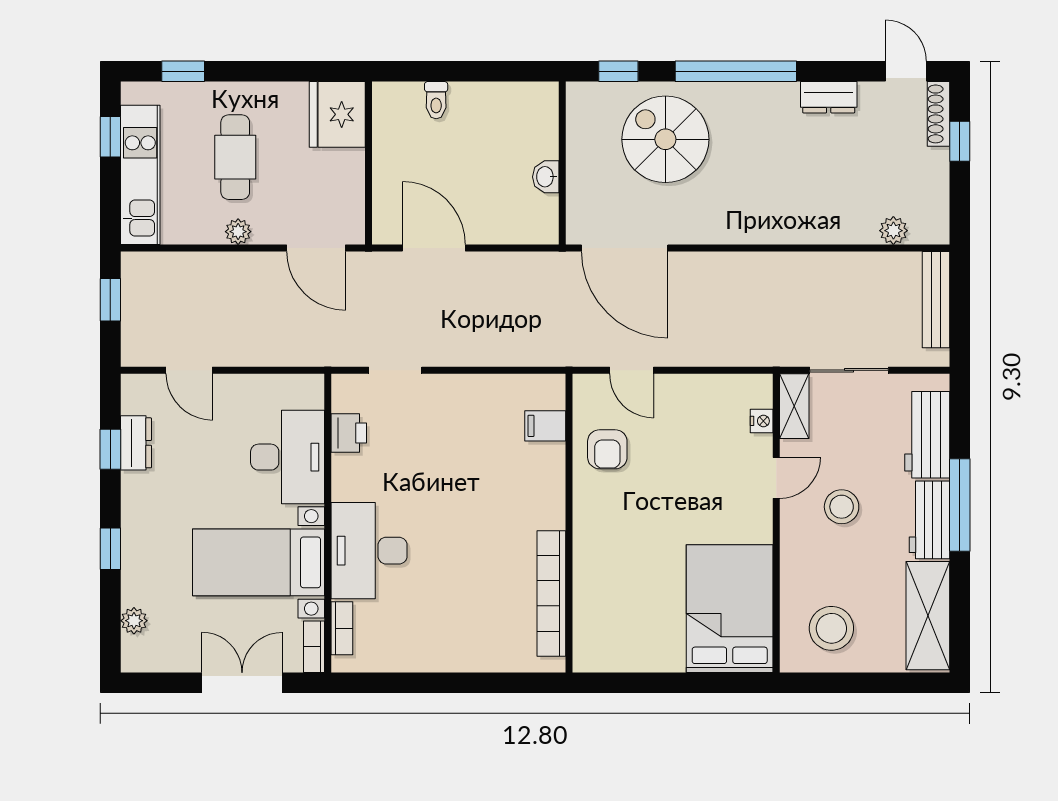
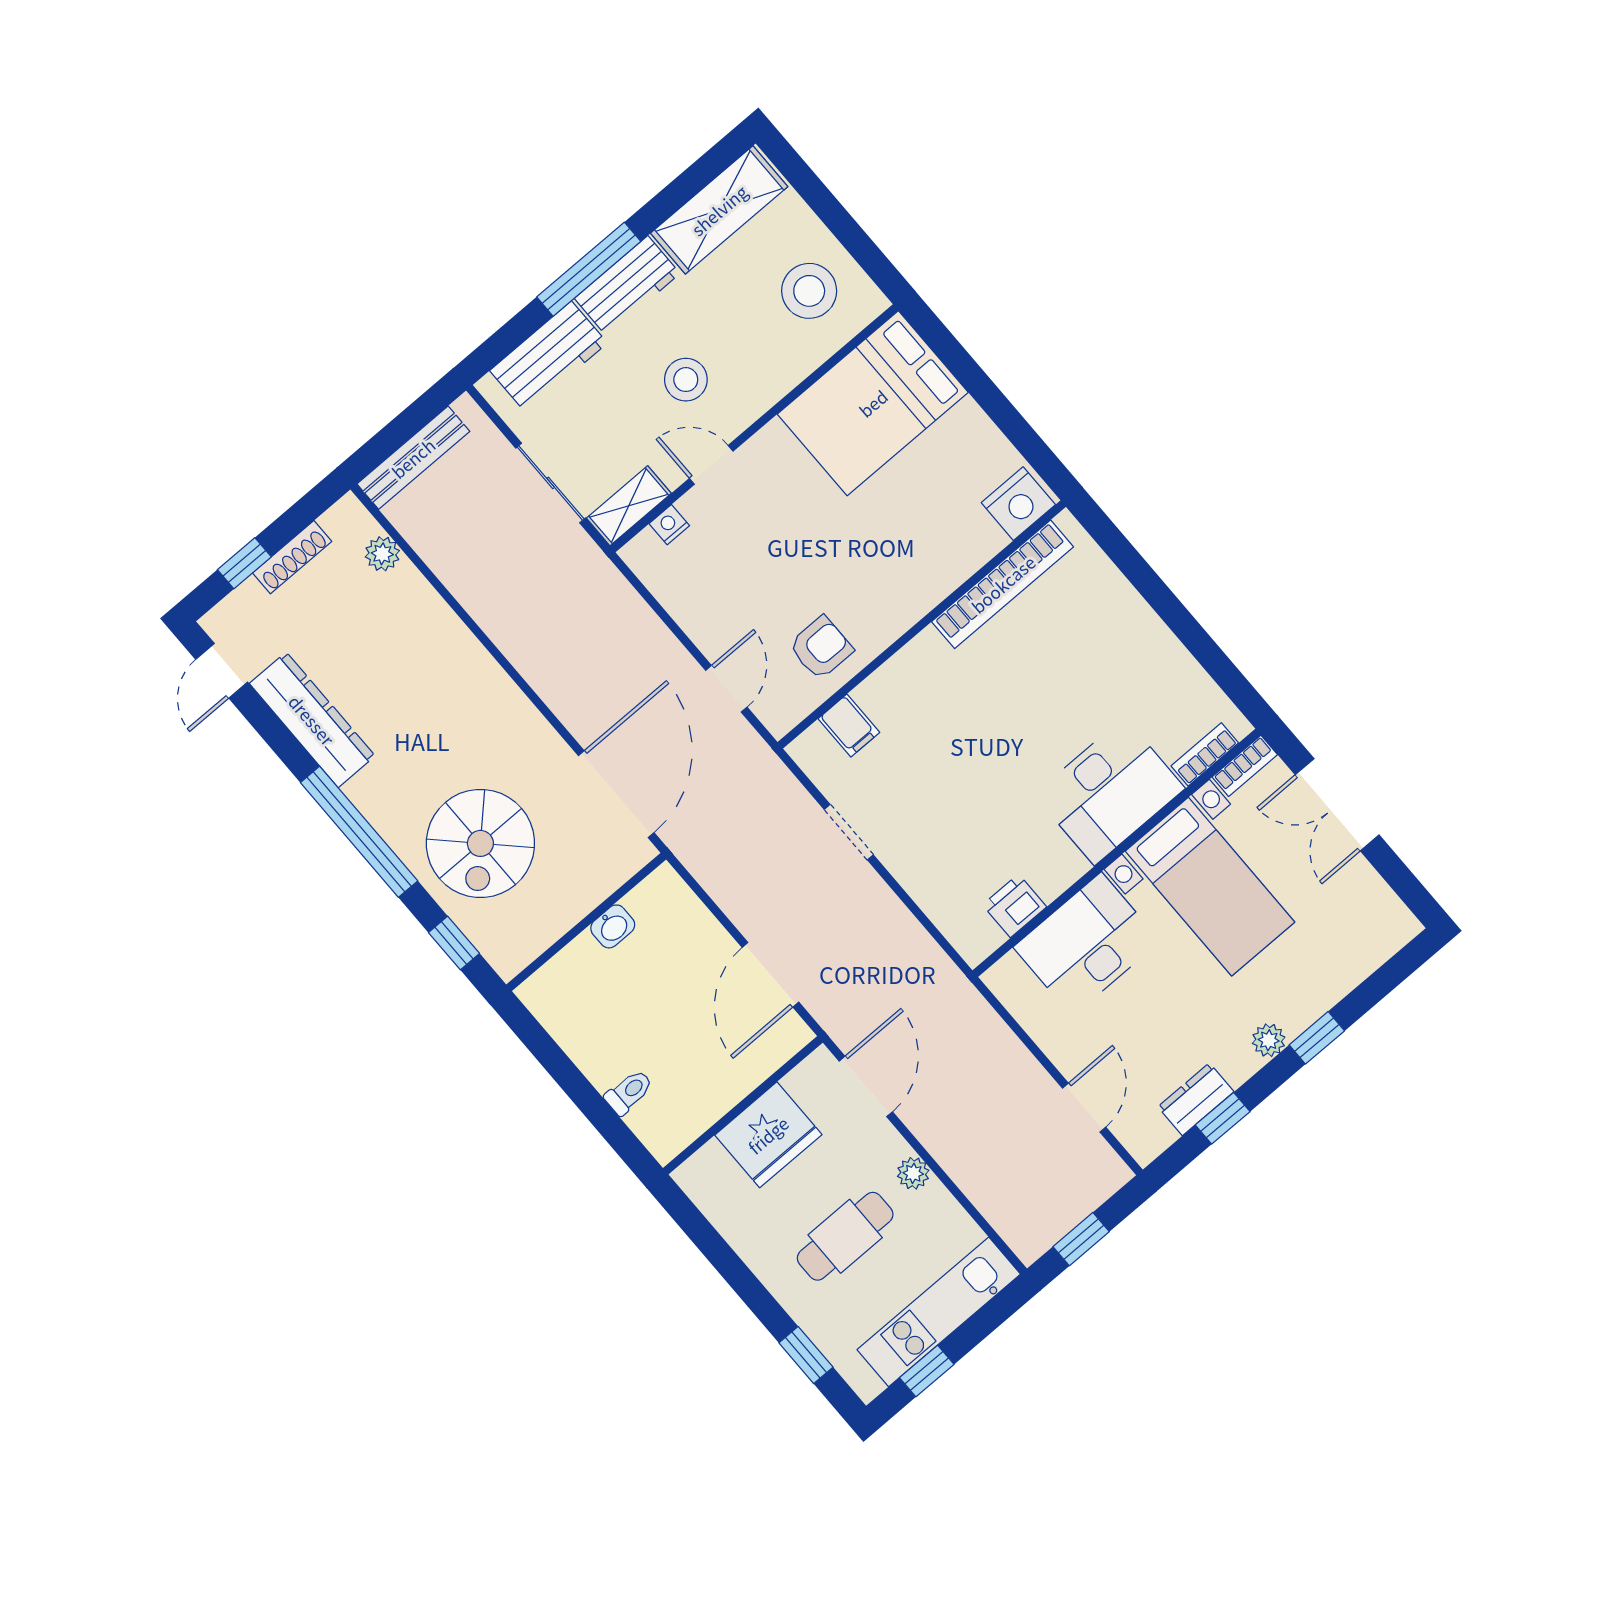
dresser: (829, 97) -> (312, 720), width x1.96, depth x1.24
fridge: (337, 114) -> (768, 1135), moved
shoe rack: (938, 114) -> (292, 557), moved
doorway: (395, 370) -> (849, 832), moved
plant: (134, 621) -> (1269, 1040), moved
nightstand: (592, 645) -> (1018, 504), added

